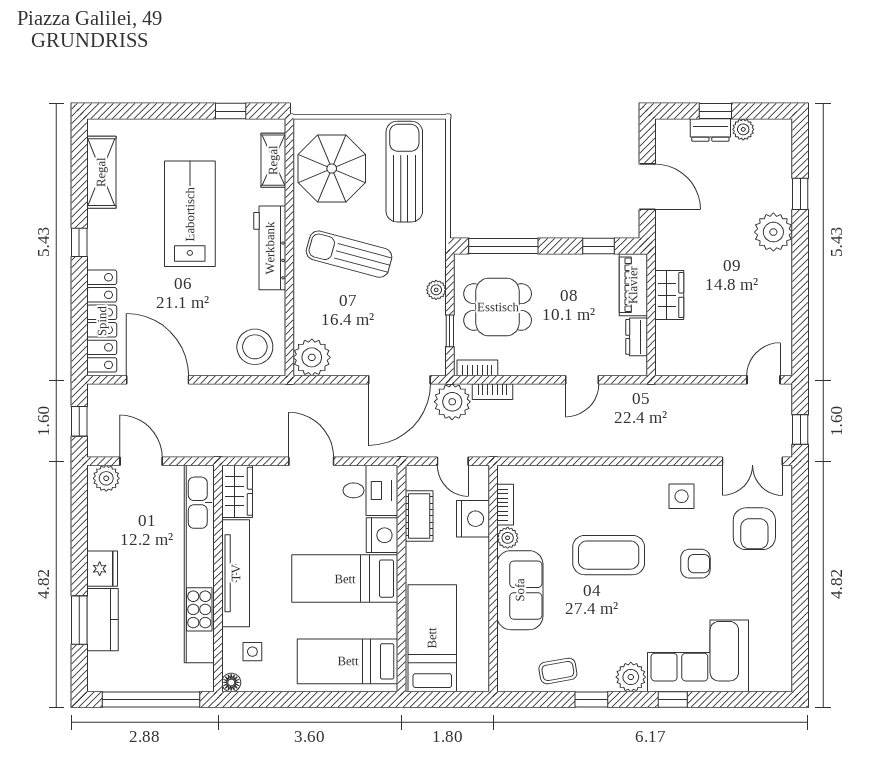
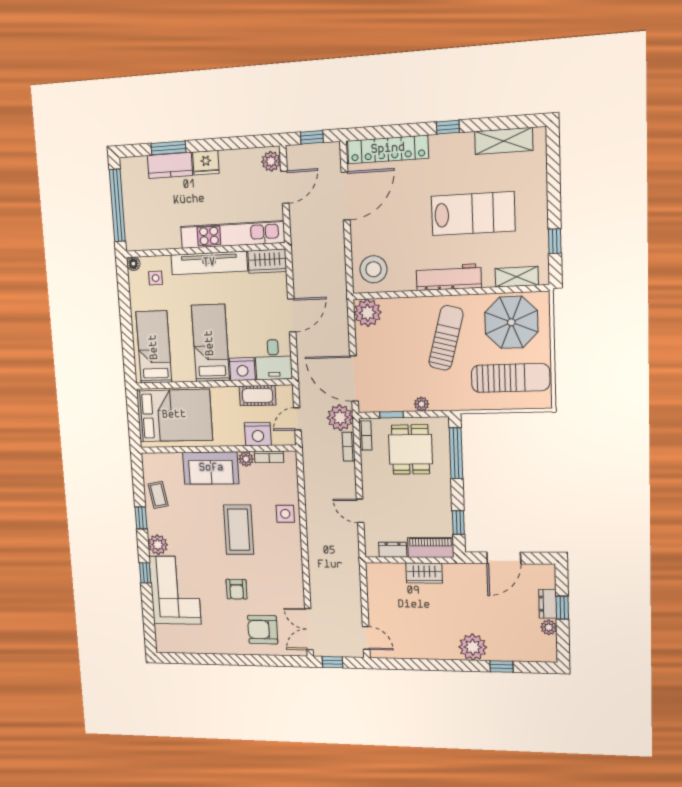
side table: (682, 496) -> (285, 514), moved
kitchen unit: (199, 564) -> (232, 235), width x0.73
bed: (432, 638) -> (174, 415), width x1.50

